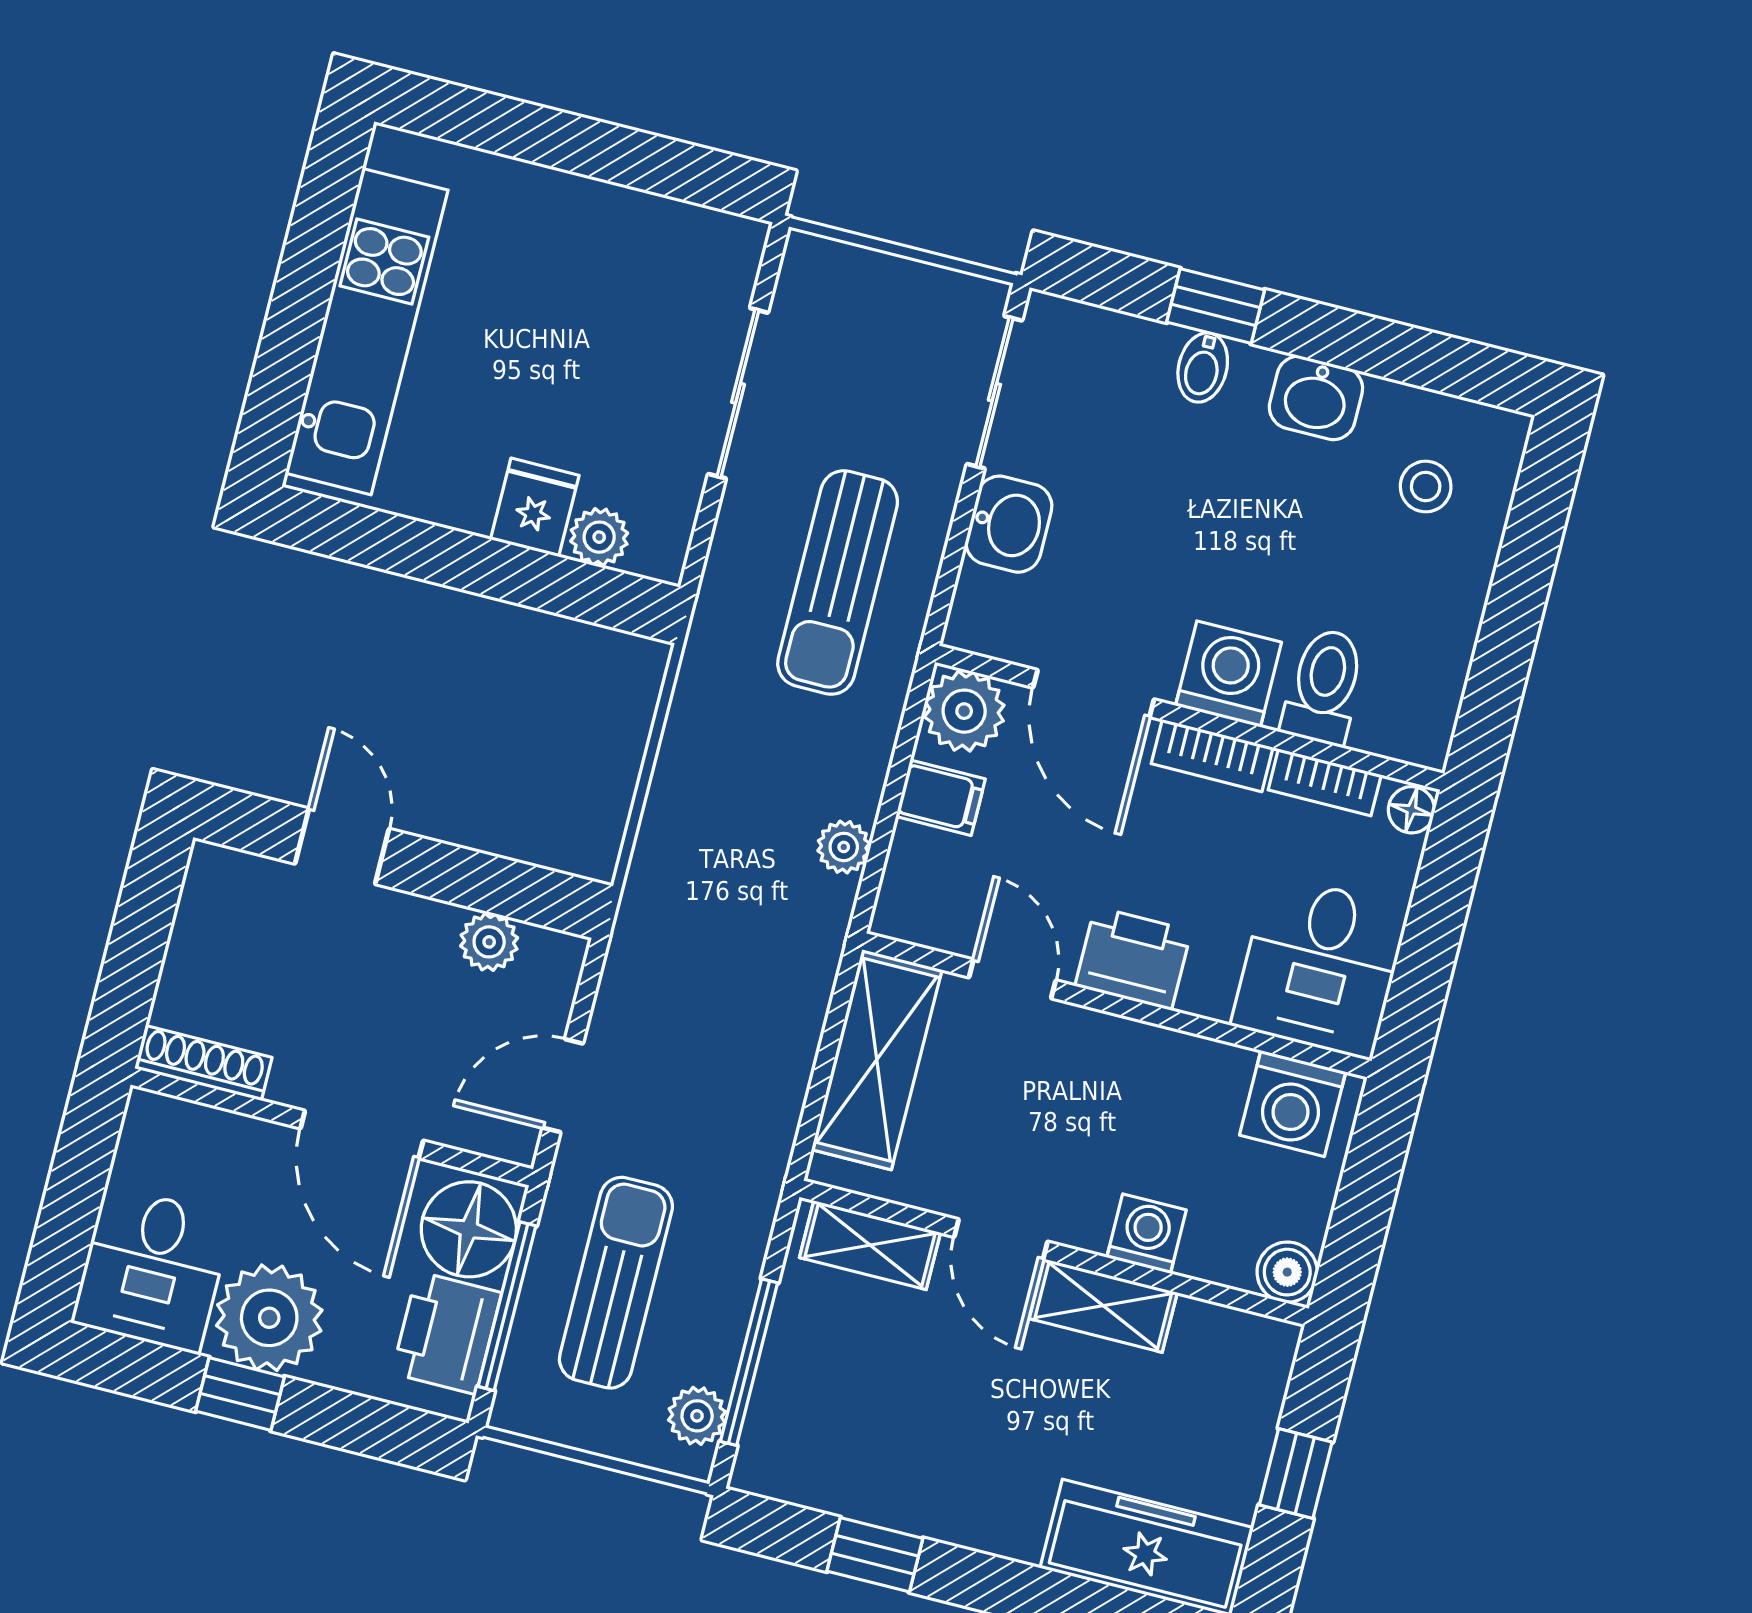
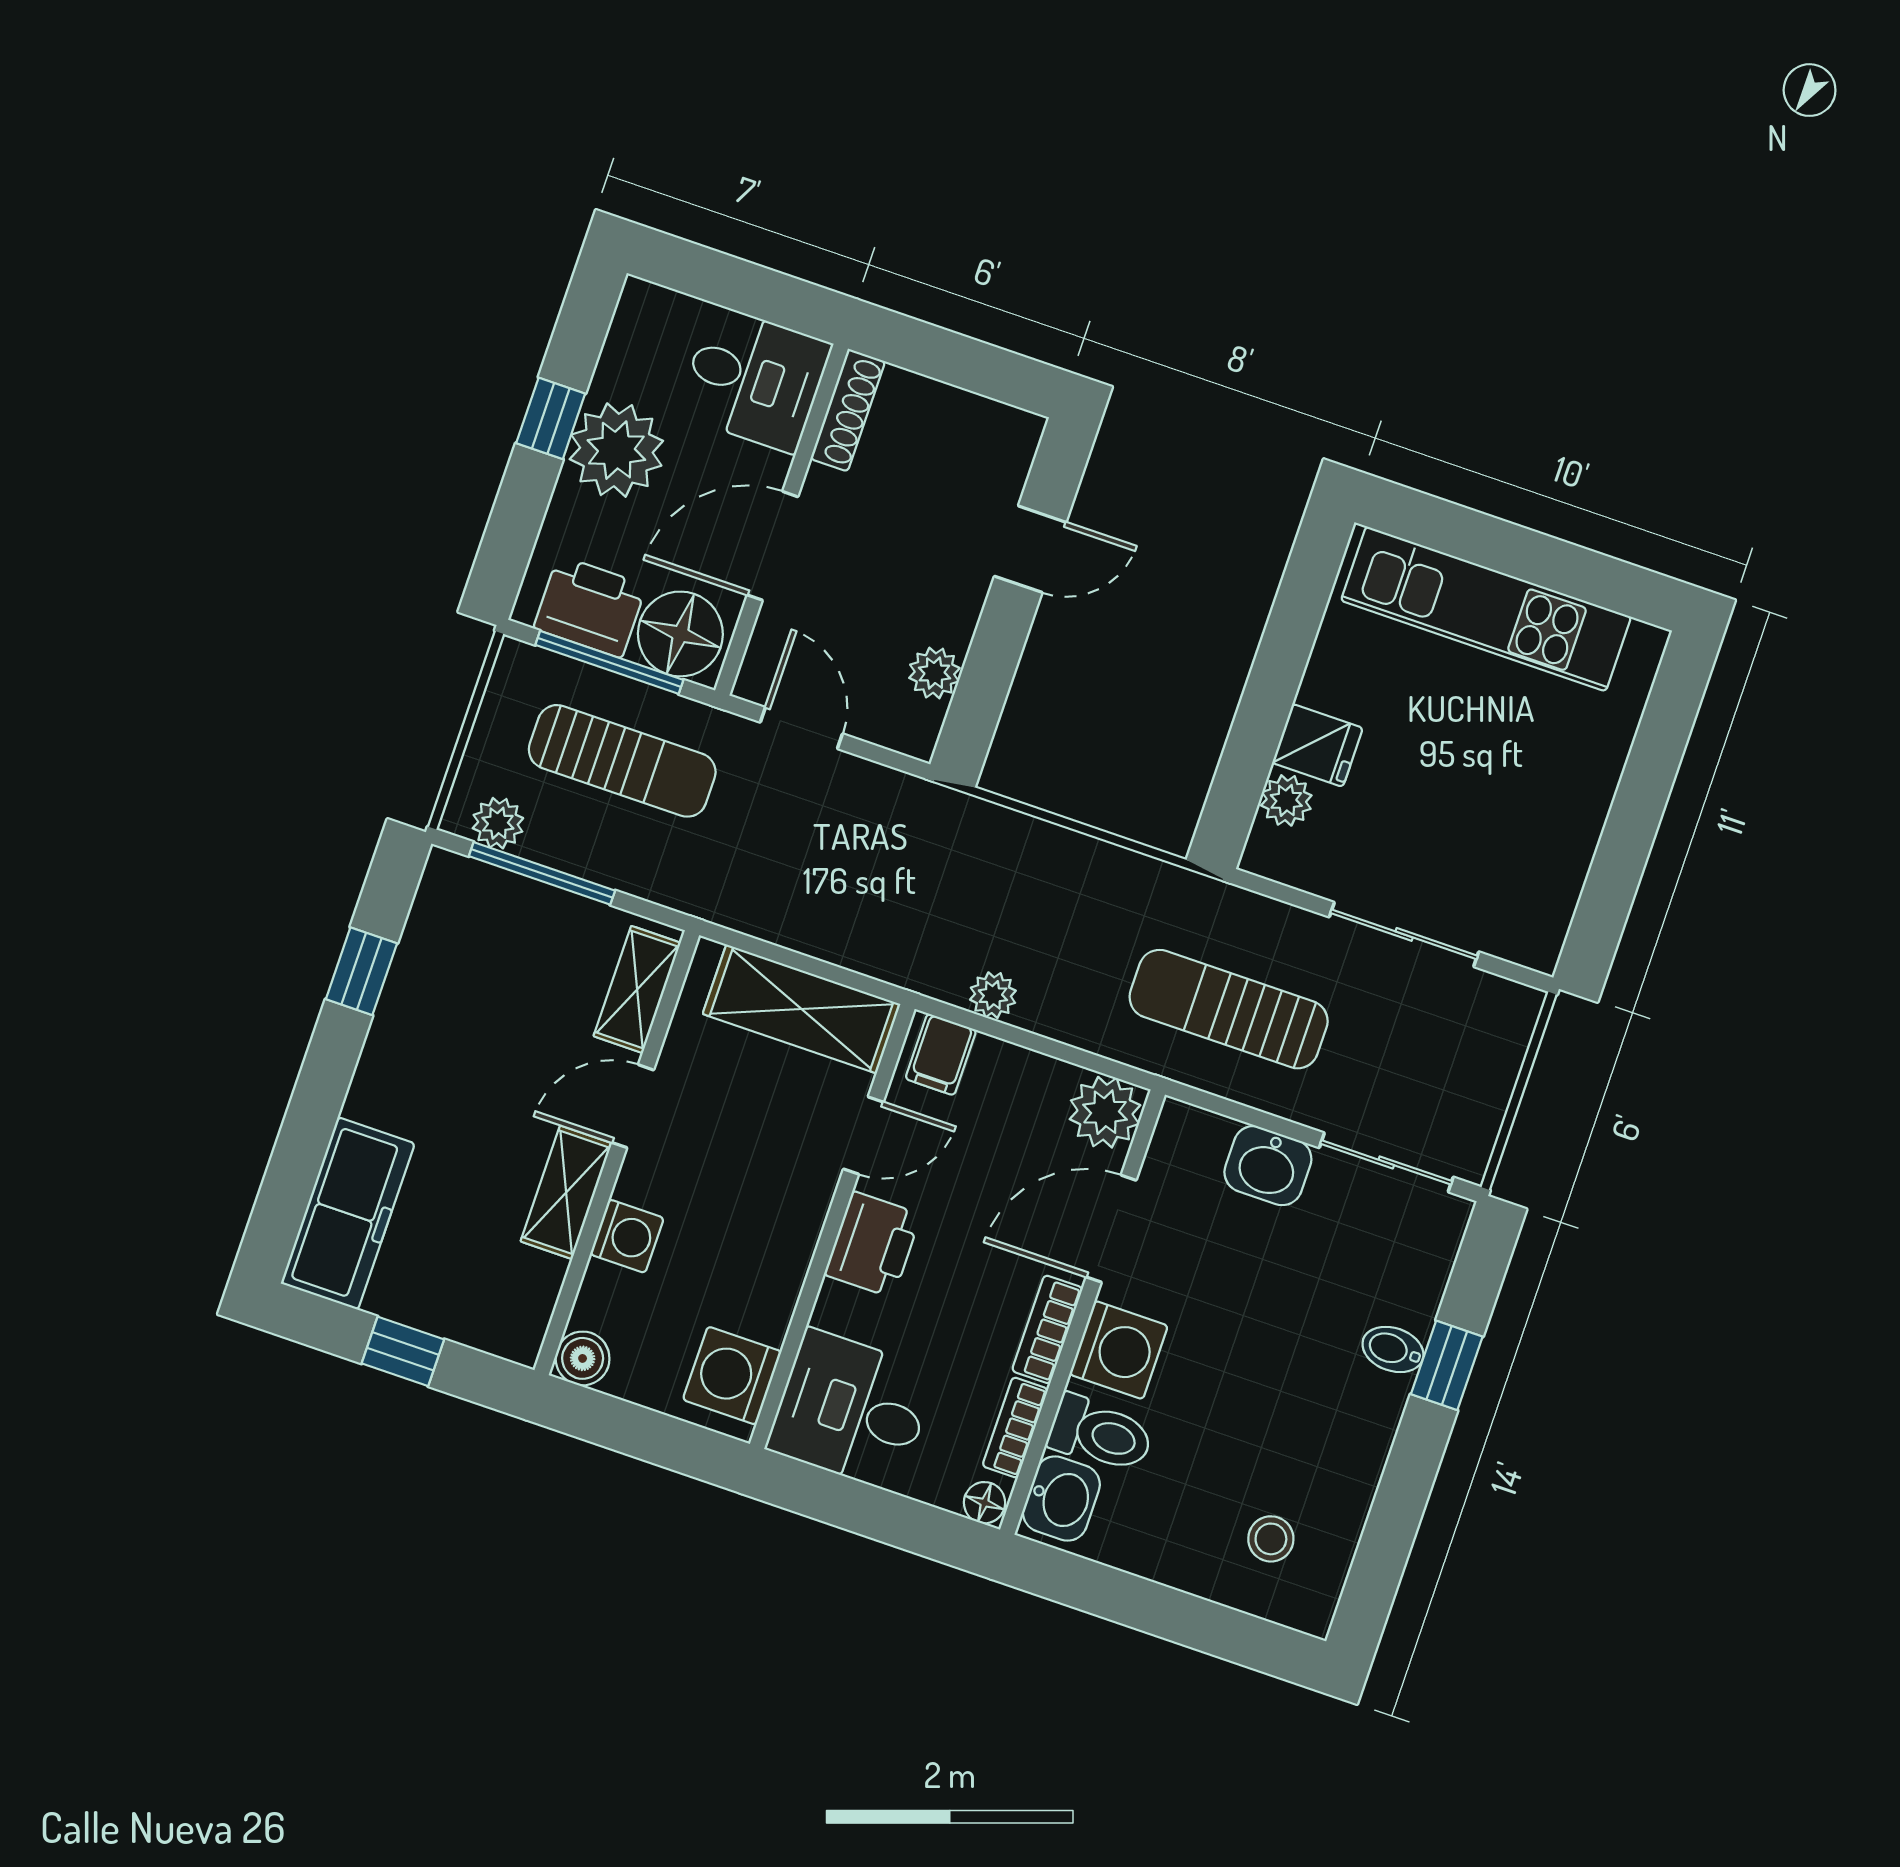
washbasin: (1316, 398) -> (1061, 1499), moved, turned 180
filing cabinet: (941, 798) -> (941, 1054), moved
desk: (152, 1269) -> (754, 379), moved, turned 180

